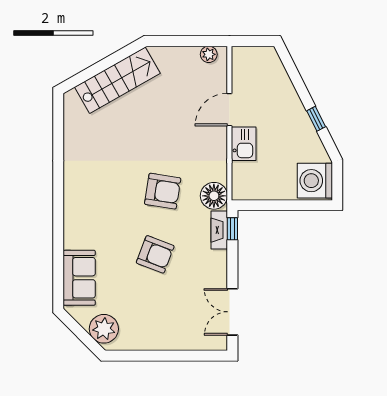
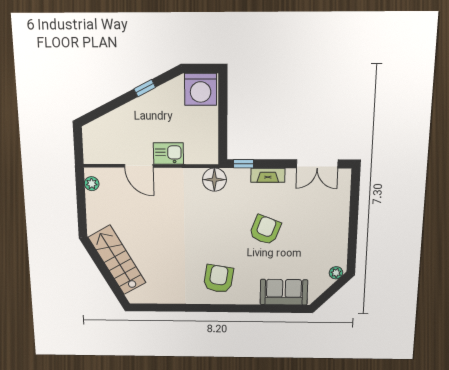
armchair: (163, 191) -> (218, 279), moved
fireplace: (219, 230) -> (268, 175), moved
plant: (104, 329) -> (336, 273), width x0.53, depth x0.53

